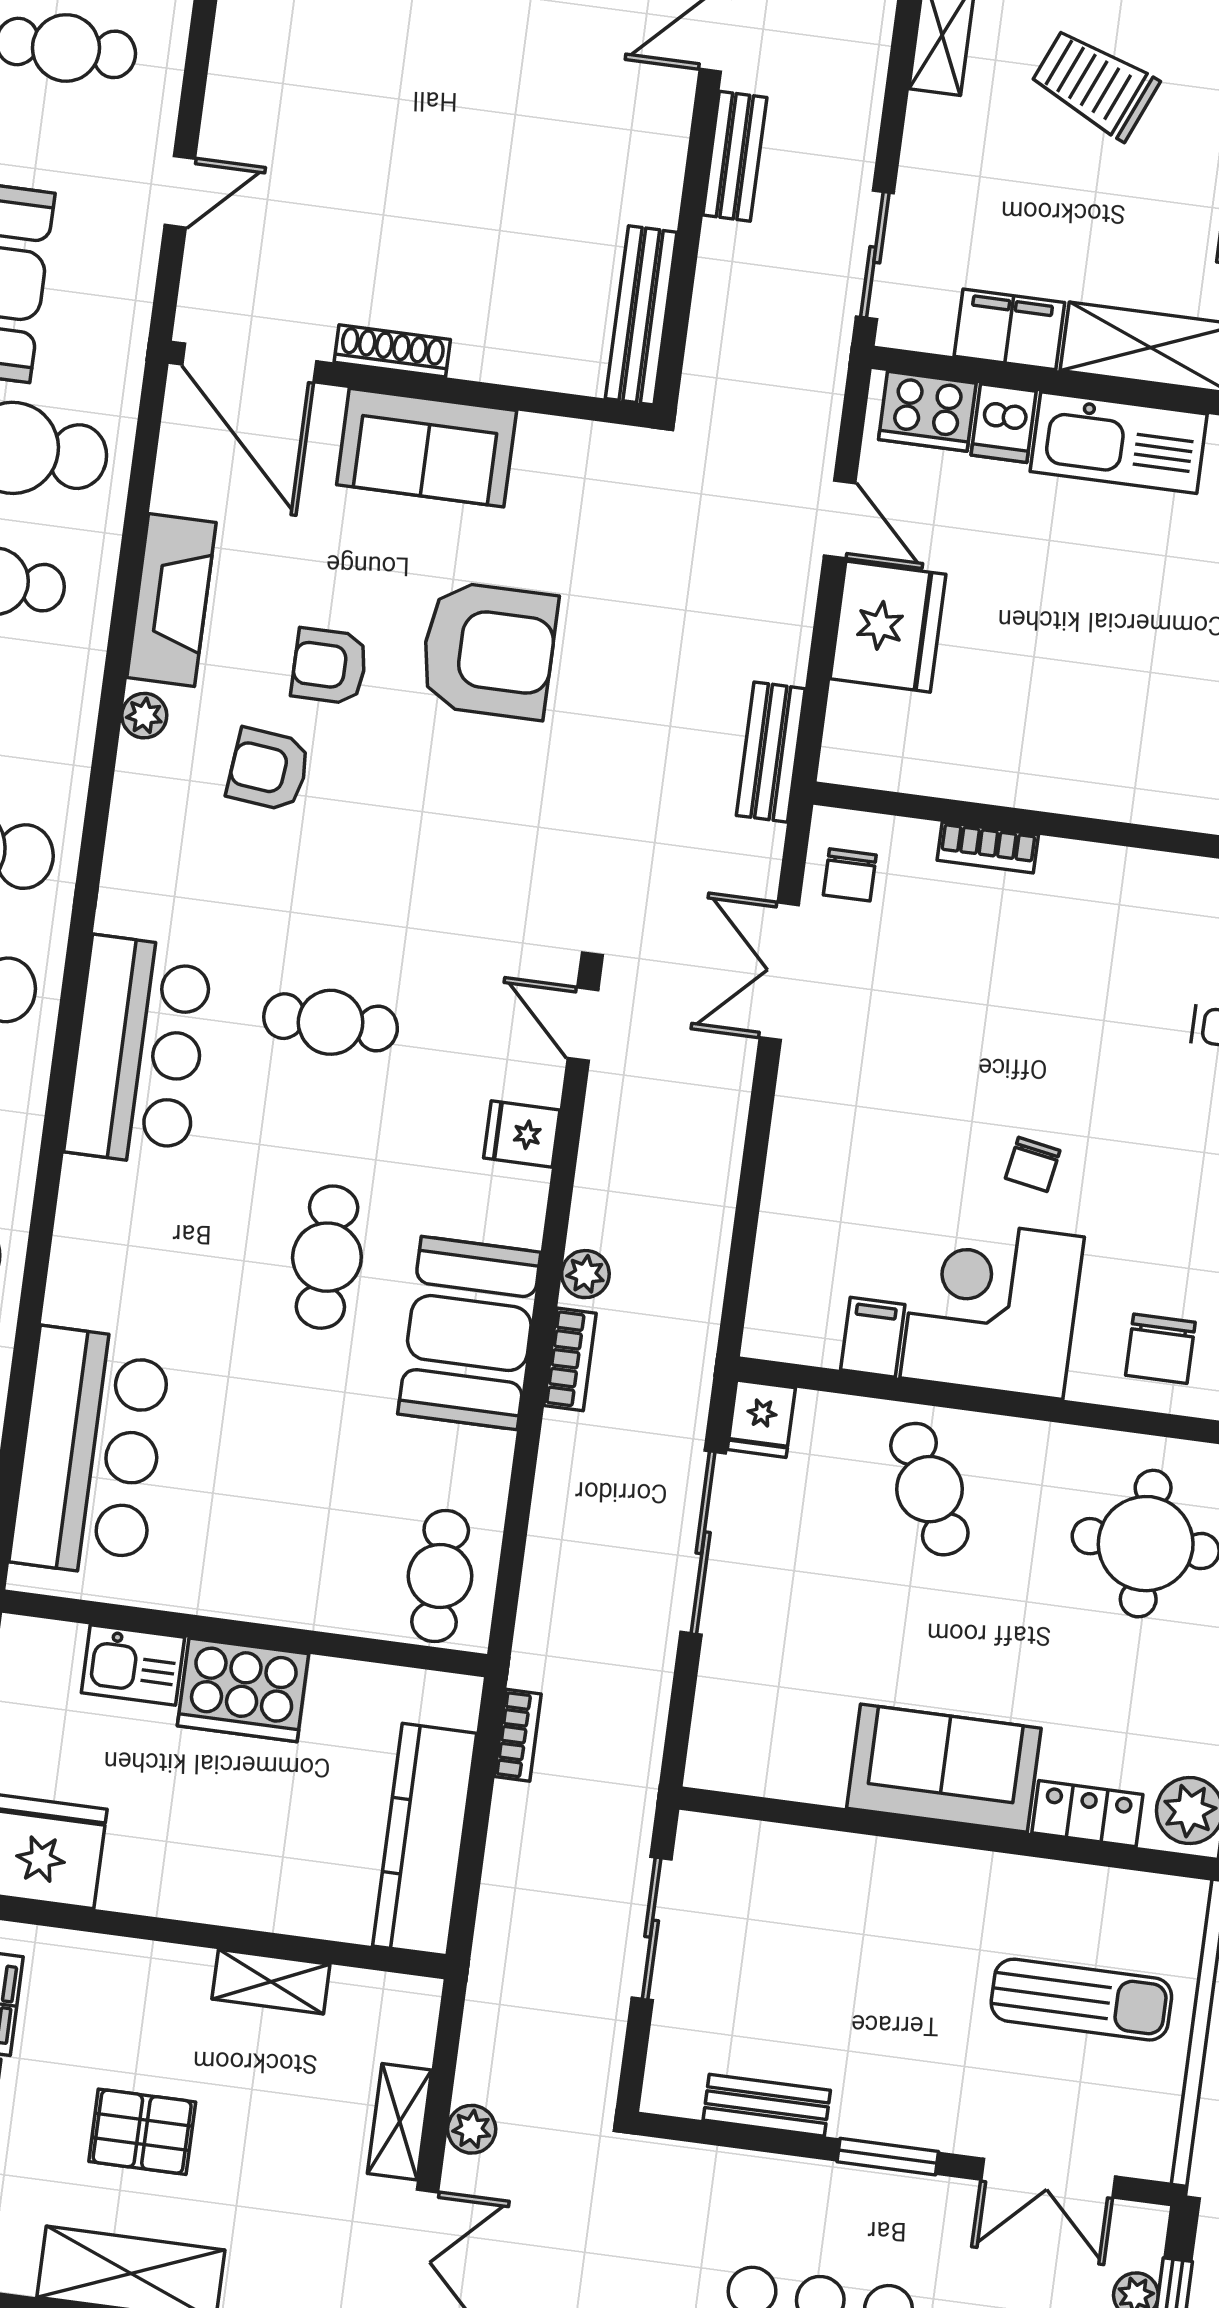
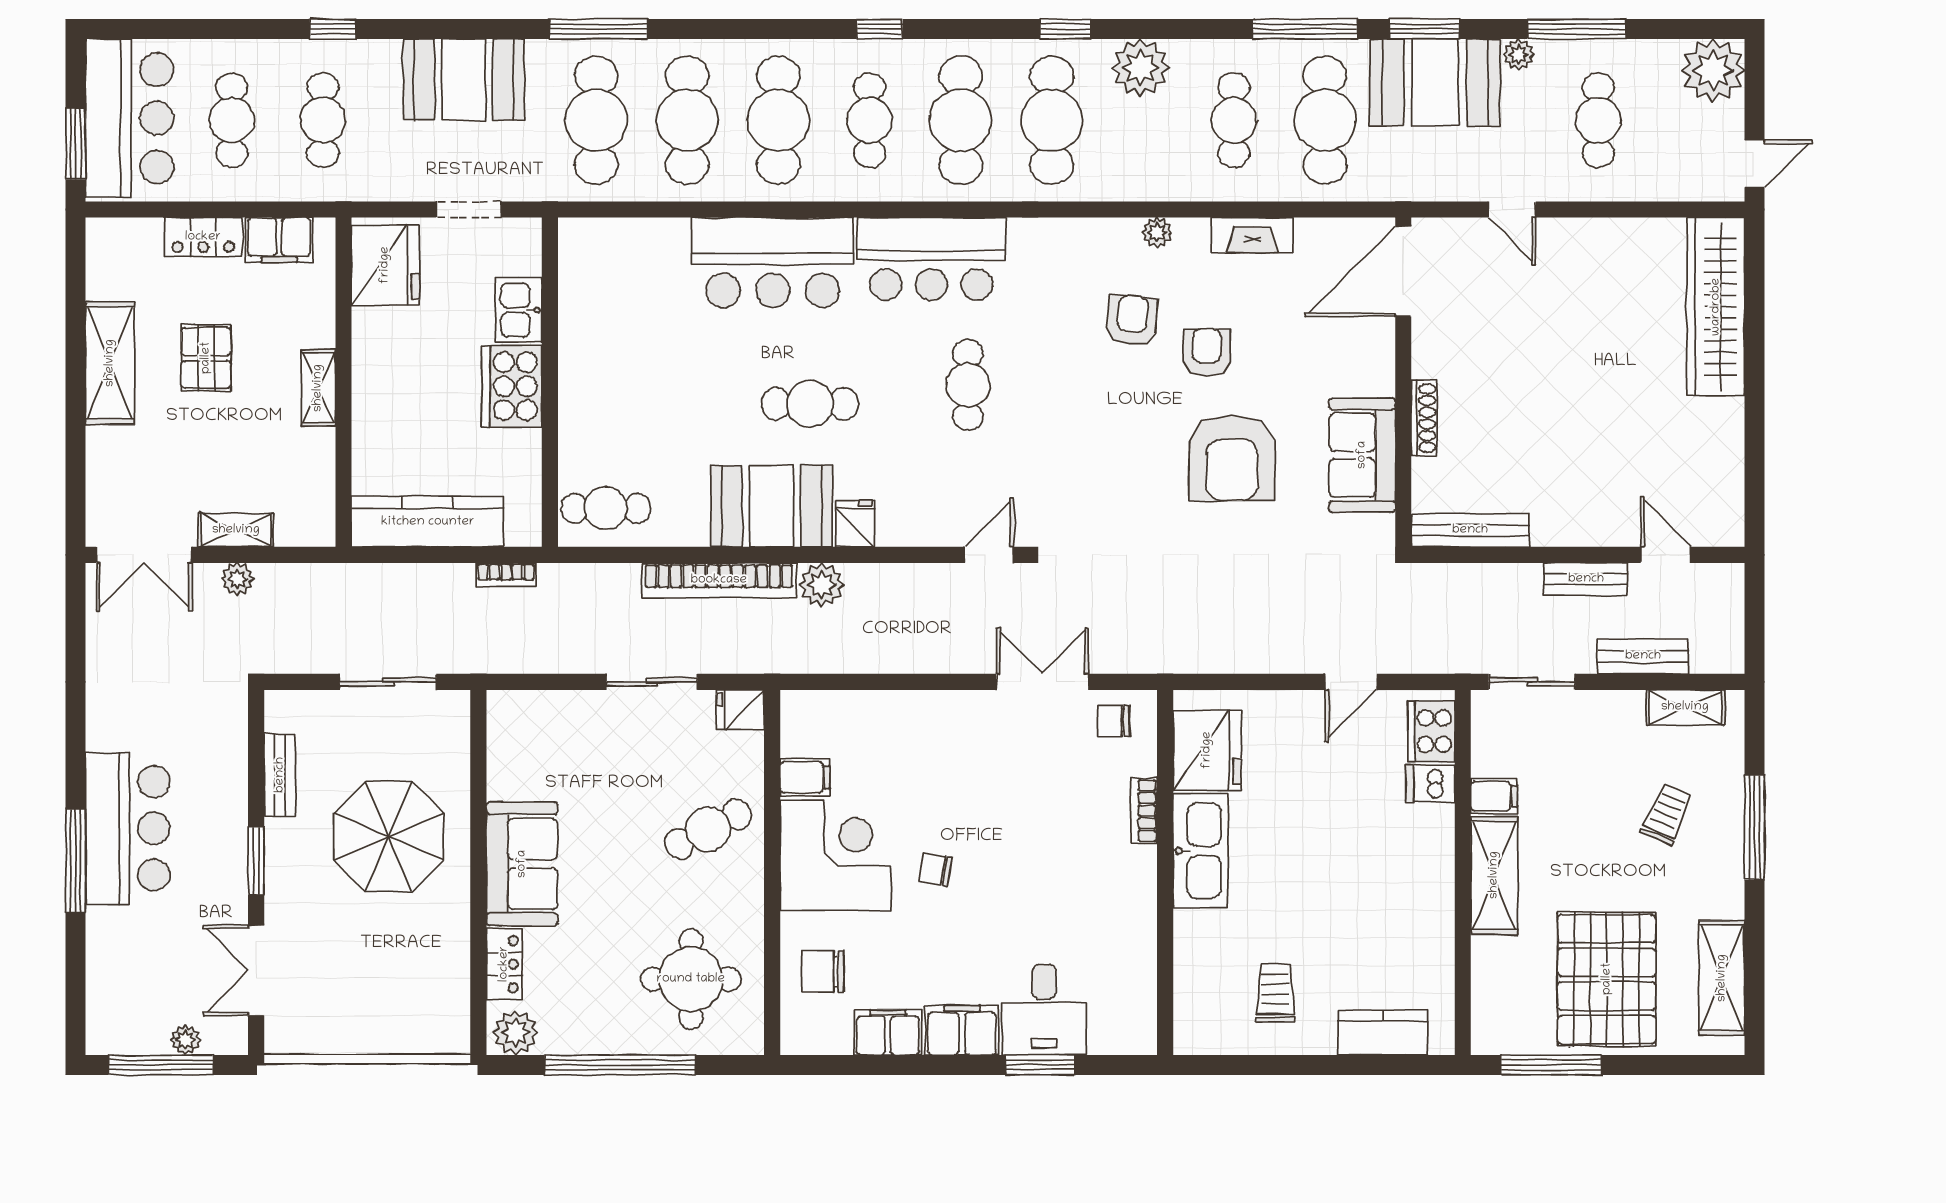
trolley: (1095, 84) -> (1666, 814), width x0.73, depth x0.72
filing cabinet: (1009, 329) -> (1494, 796), width x0.50
shoe rack: (392, 351) -> (1424, 418), moved
kitchen sink: (1119, 443) -> (1200, 851), moved, turned 180
sofa: (427, 448) -> (1362, 455), moved
fireplace: (172, 600) -> (1252, 235), width x0.73, depth x0.76
fridge: (888, 627) -> (1207, 750), moved, turned -90
bench: (771, 752) -> (1643, 656), moved
fridge: (522, 1134) -> (855, 524), moved
plant: (585, 1274) -> (822, 585), width x1.38, depth x1.38
bookcase: (570, 1359) -> (719, 580), width x2.31, depth x1.31
bar counter: (90, 1452) -> (773, 262), moved
sliding door: (703, 1543) -> (652, 682), width x0.73
parasol: (878, 1958) -> (389, 837), added
shelving: (271, 1982) -> (318, 388), moved
sun lounger: (1081, 2000) -> (379, 977), removed

